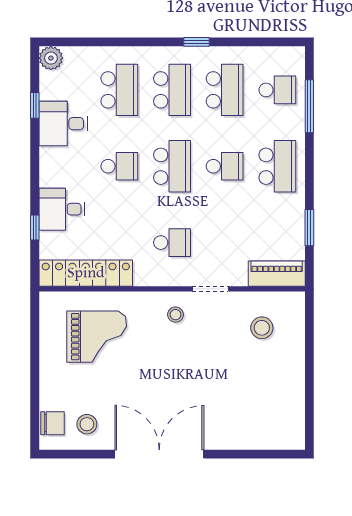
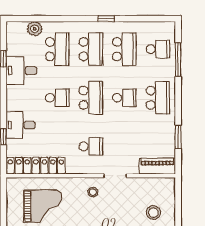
plant: (51, 58) -> (35, 29), moved
stool: (262, 328) -> (153, 213), moved

